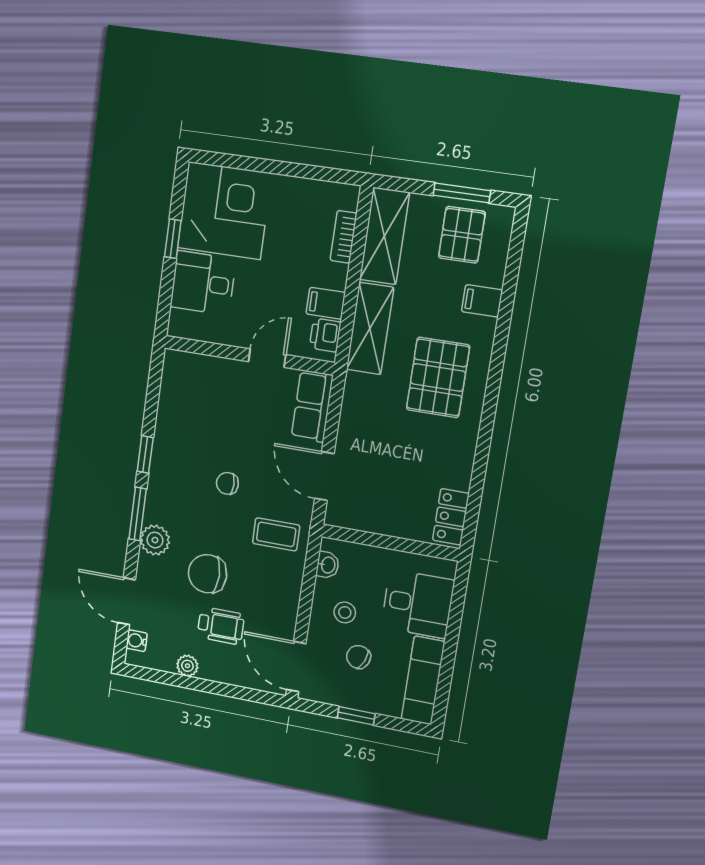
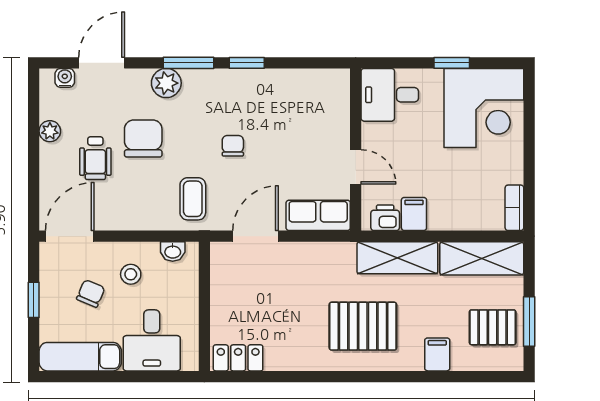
bookcase: (344, 237) -> (514, 208), moved, turned -90
desk: (203, 283) -> (390, 95), moved, turned -90

